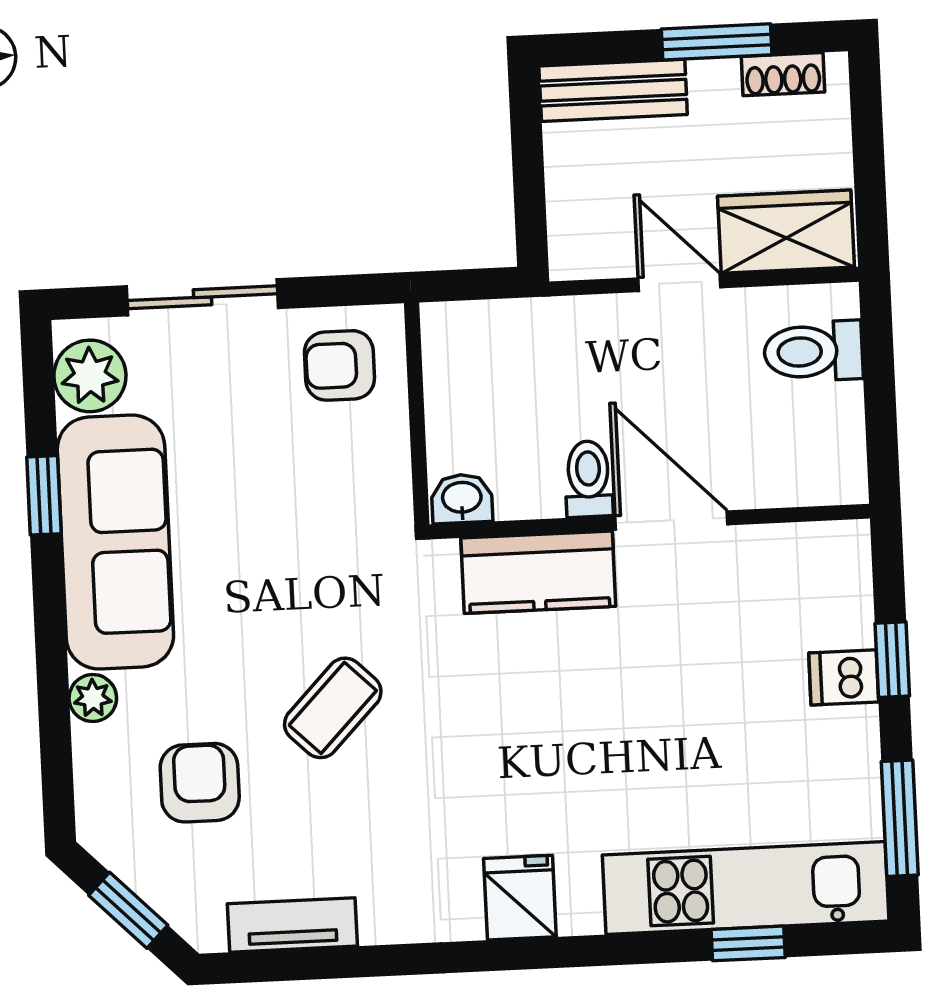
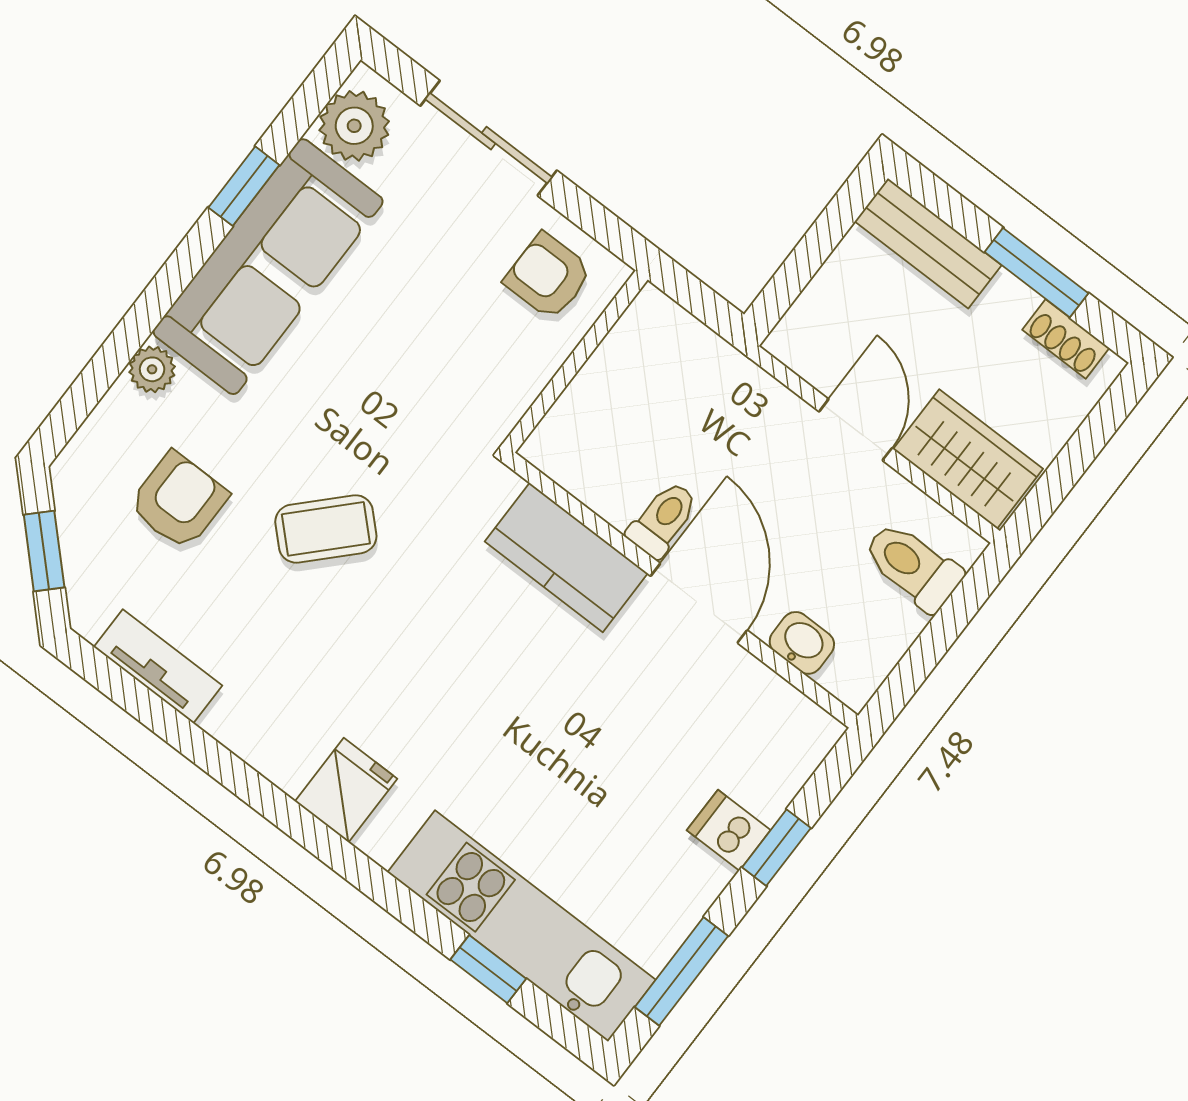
washbasin: (462, 499) -> (802, 643), moved

